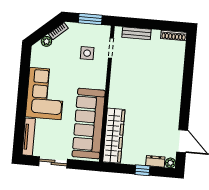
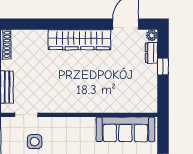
sofa: (89, 124) -> (125, 129), width x0.74, depth x0.79
wardrobe: (114, 136) -> (79, 40), moved, turned 180

